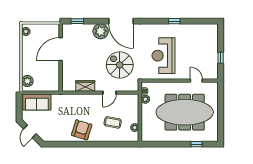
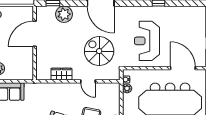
plant: (101, 31) -> (64, 14), moved
door: (196, 81) -> (183, 68), width x1.87
door: (110, 93) -> (88, 81), hinge flipped

